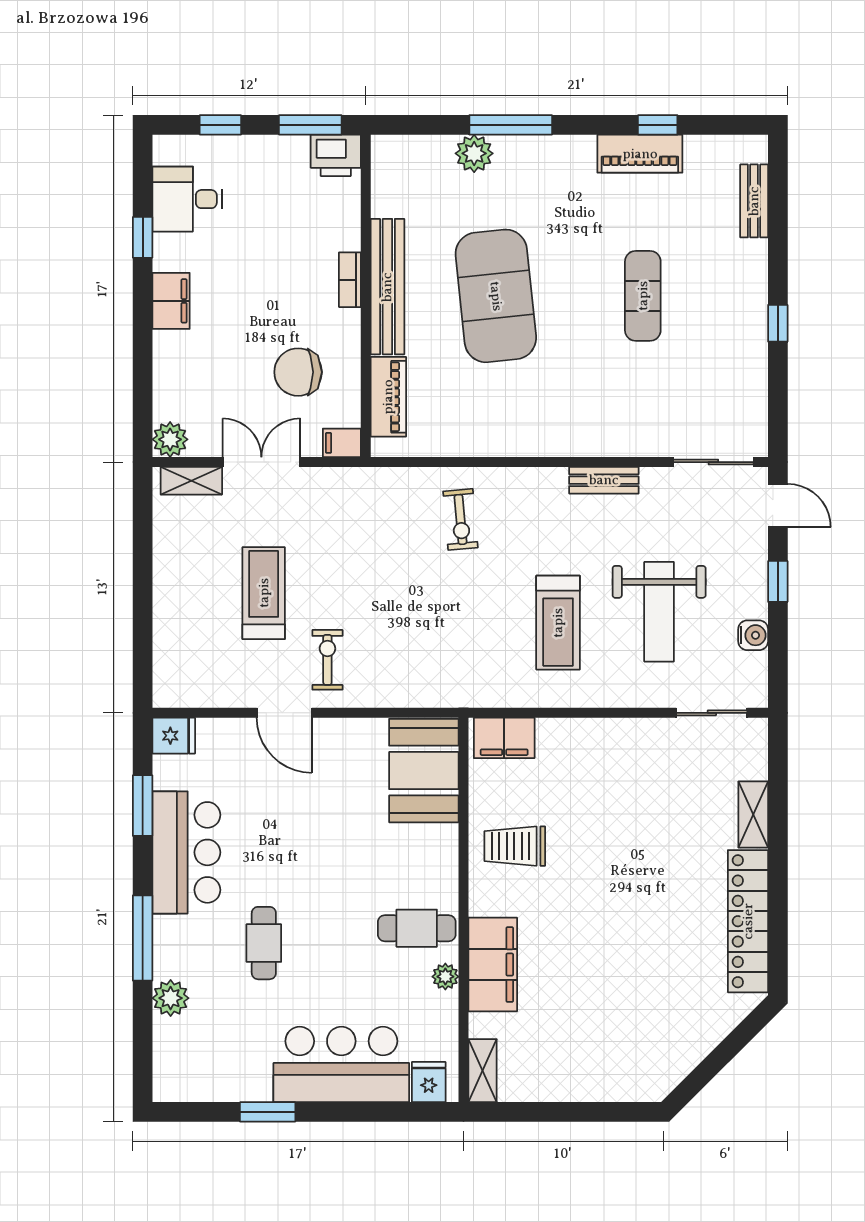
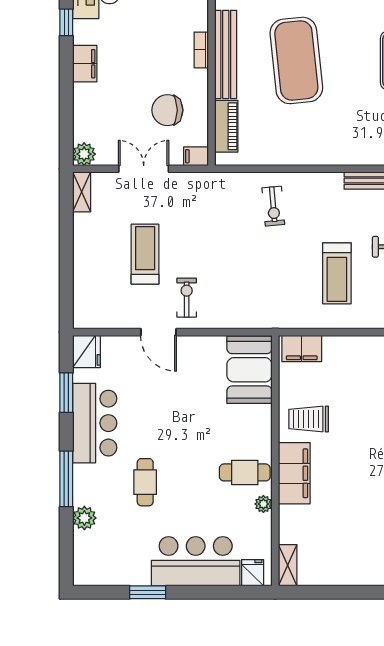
shelving: (191, 481) -> (82, 192), moved, turned 90
fridge: (174, 736) -> (86, 352), width x1.38
filing cabinet: (493, 965) -> (294, 473), moved

